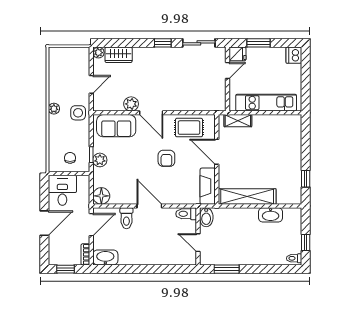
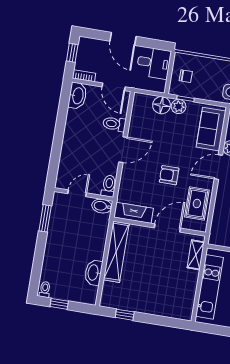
floor lamp: (101, 196) -> (162, 105), moved

